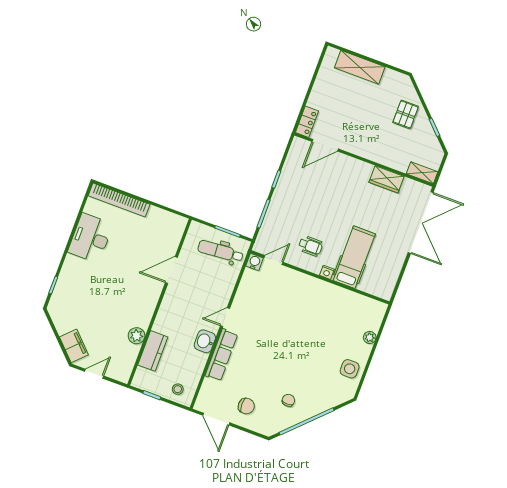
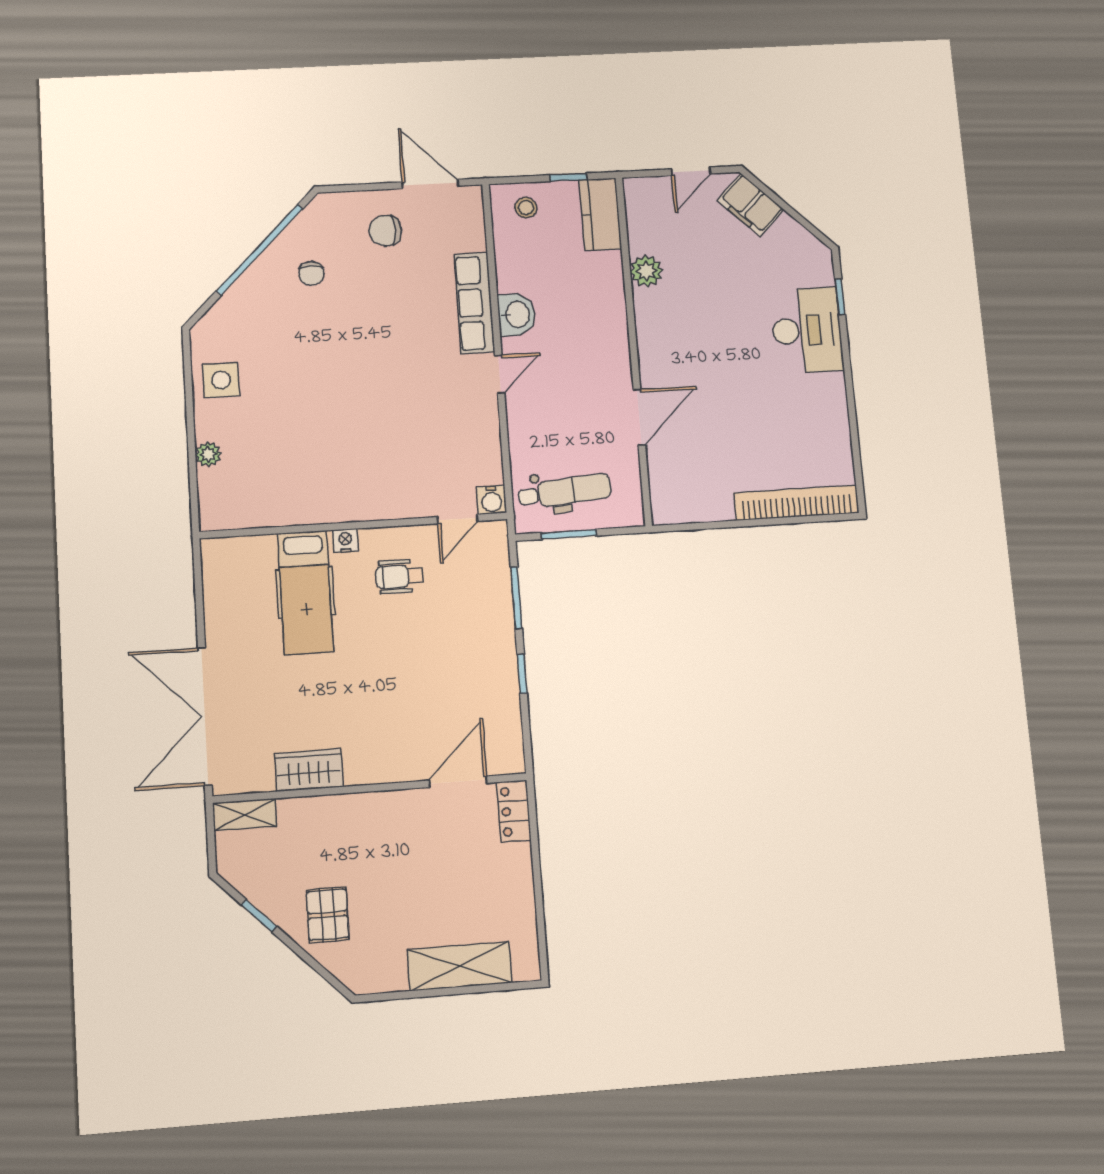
desk: (90, 238) -> (807, 330), moved
kitchen counter: (153, 351) -> (600, 214), moved

